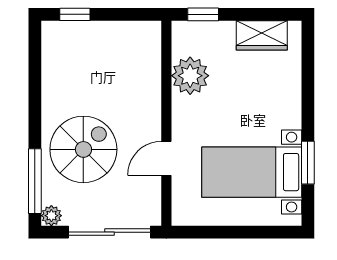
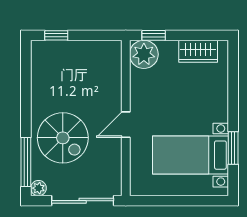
plant: (190, 76) -> (144, 54), moved
spiral stairs: (83, 149) -> (63, 138), turned 90
door: (166, 158) -> (126, 125), moved

